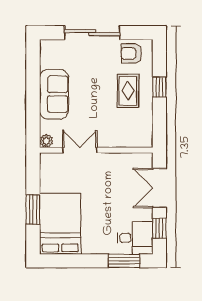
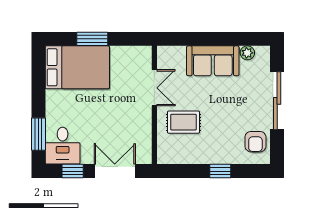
armchair: (131, 53) -> (255, 142), turned 180
rug: (128, 91) -> (183, 122), moved
plant: (46, 141) -> (247, 53), moved

